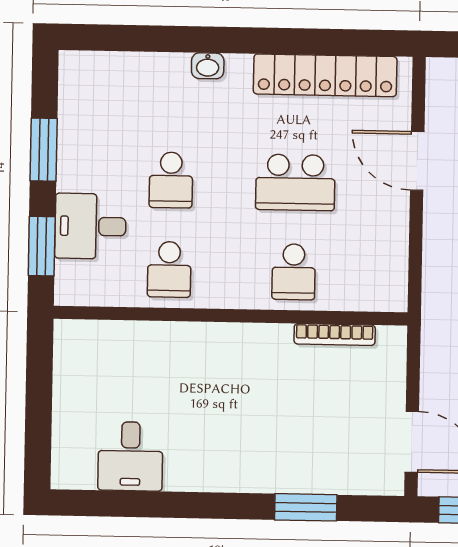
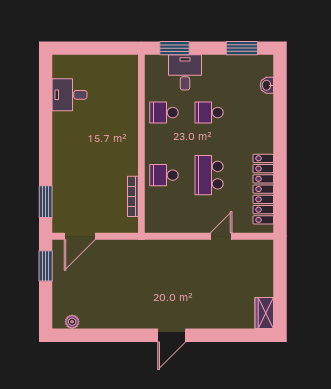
washbasin: (208, 66) -> (267, 85), moved
window: (44, 150) -> (242, 48), moved
door: (417, 161) -> (221, 236), width x0.73
window: (306, 507) -> (46, 202), moved

